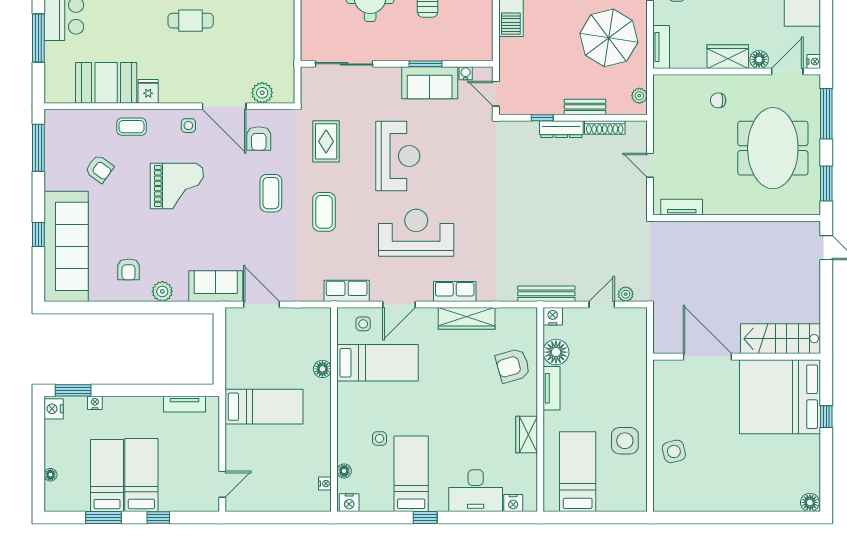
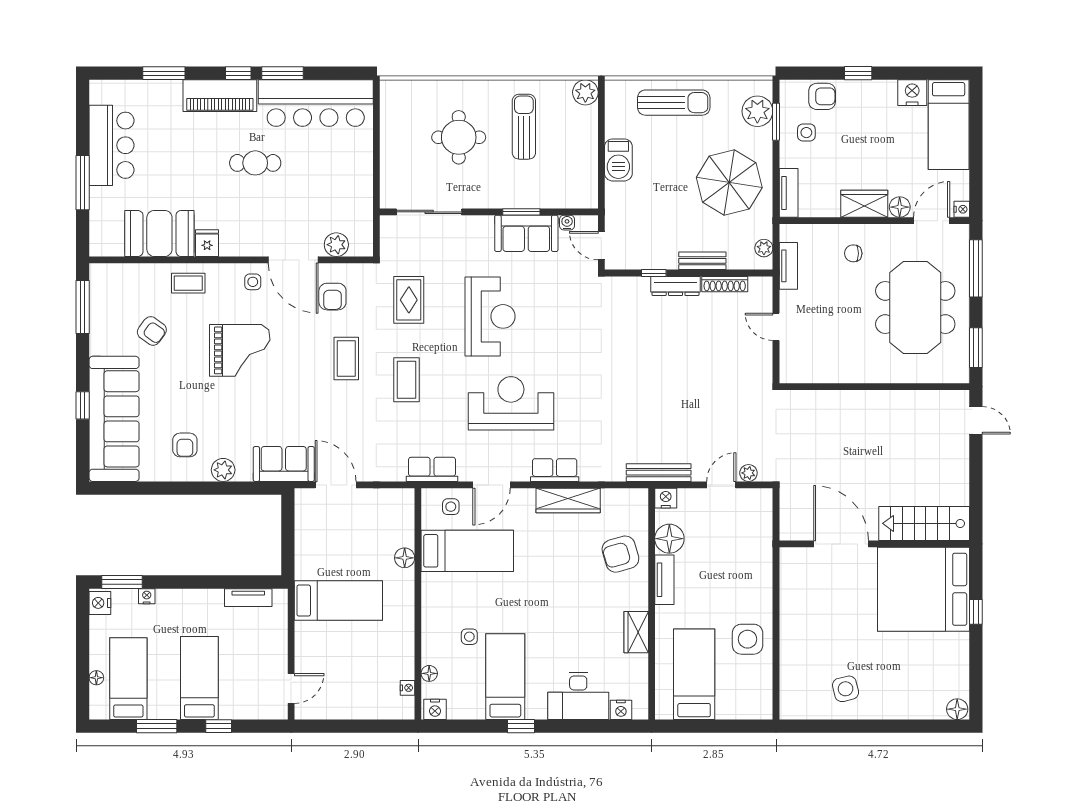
tv unit: (682, 207) -> (788, 266), moved, turned 90
side table: (674, 451) -> (846, 689), moved
bed: (107, 476) -> (128, 679), moved

